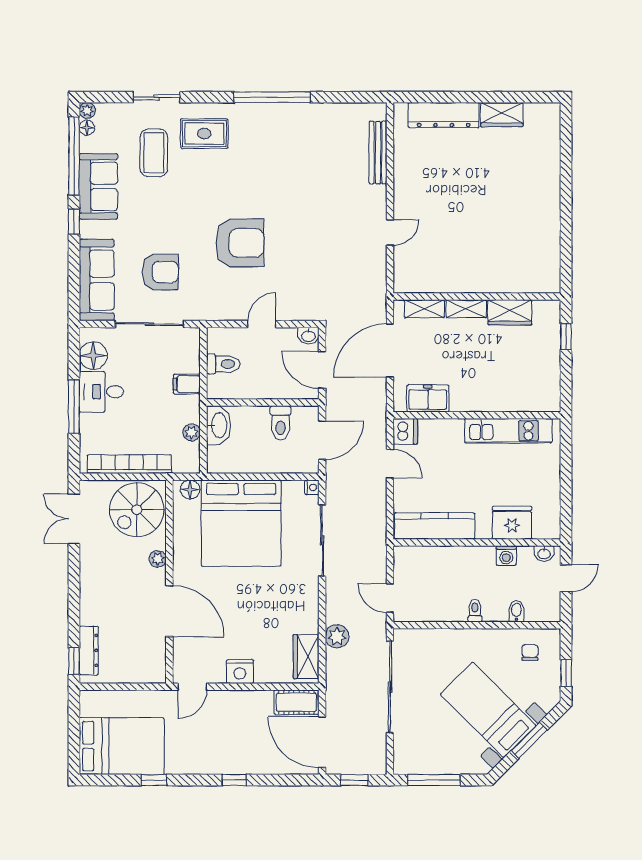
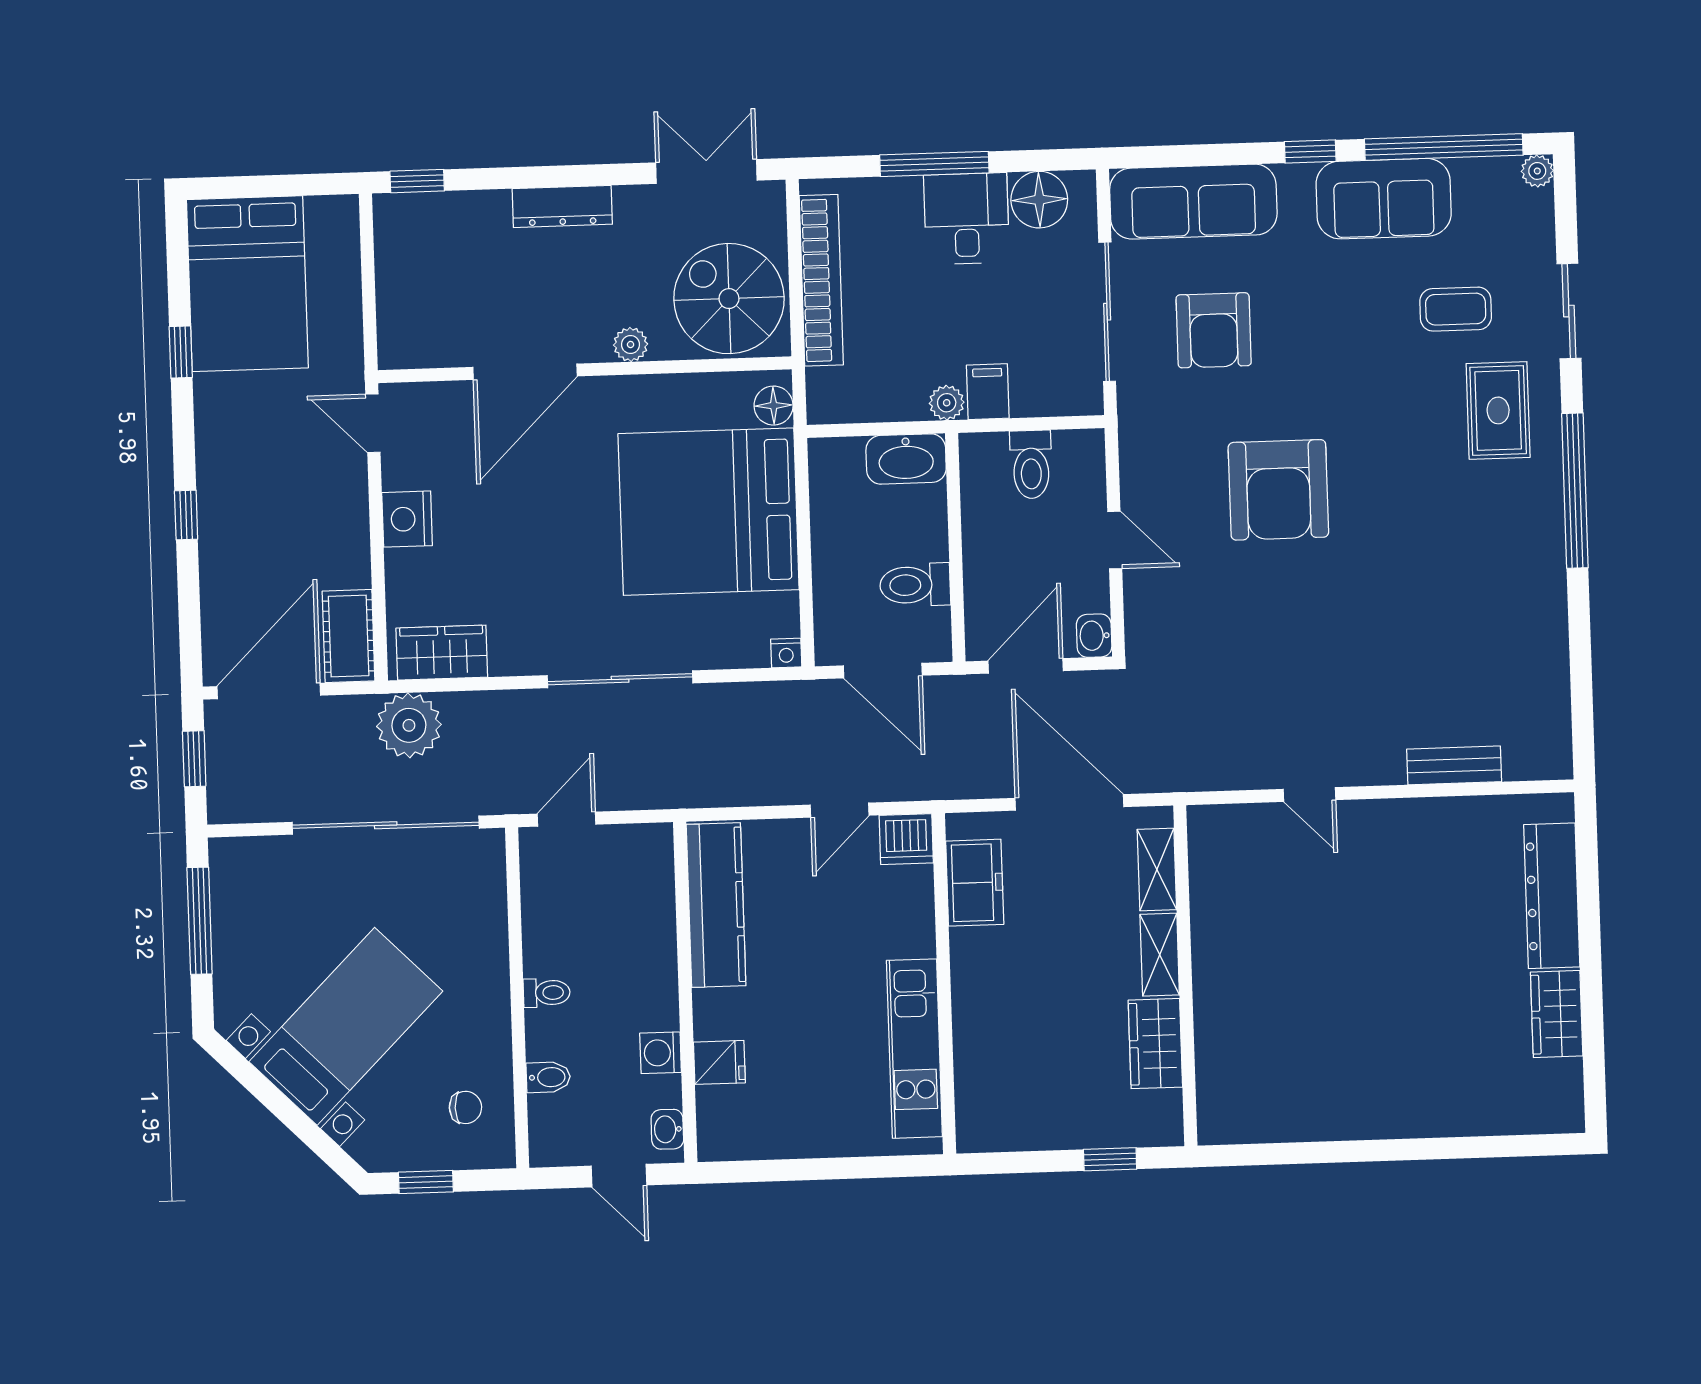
window: (272, 97) -> (1575, 491), moved
floor lamp: (87, 128) -> (1502, 171), removed
coffee table: (154, 153) -> (1456, 309), width x0.73, depth x0.77
bench: (378, 153) -> (1454, 765), width x0.73
plant: (192, 432) -> (947, 403), moved
fridge: (512, 523) -> (719, 1062), width x0.53, depth x0.75
sliding door: (322, 540) -> (620, 679), moved
plant: (337, 636) -> (409, 725), moved, width x1.36, depth x1.36
dresser: (89, 650) -> (562, 206), moved
window: (529, 740) -> (287, 1112), removed

